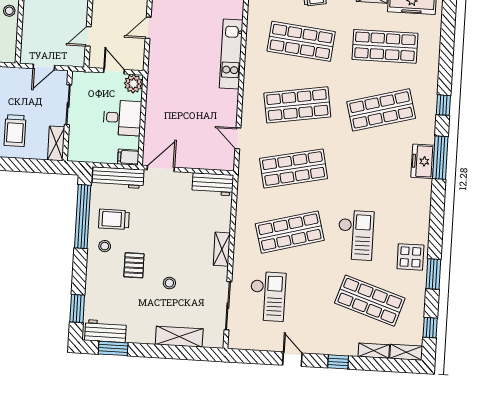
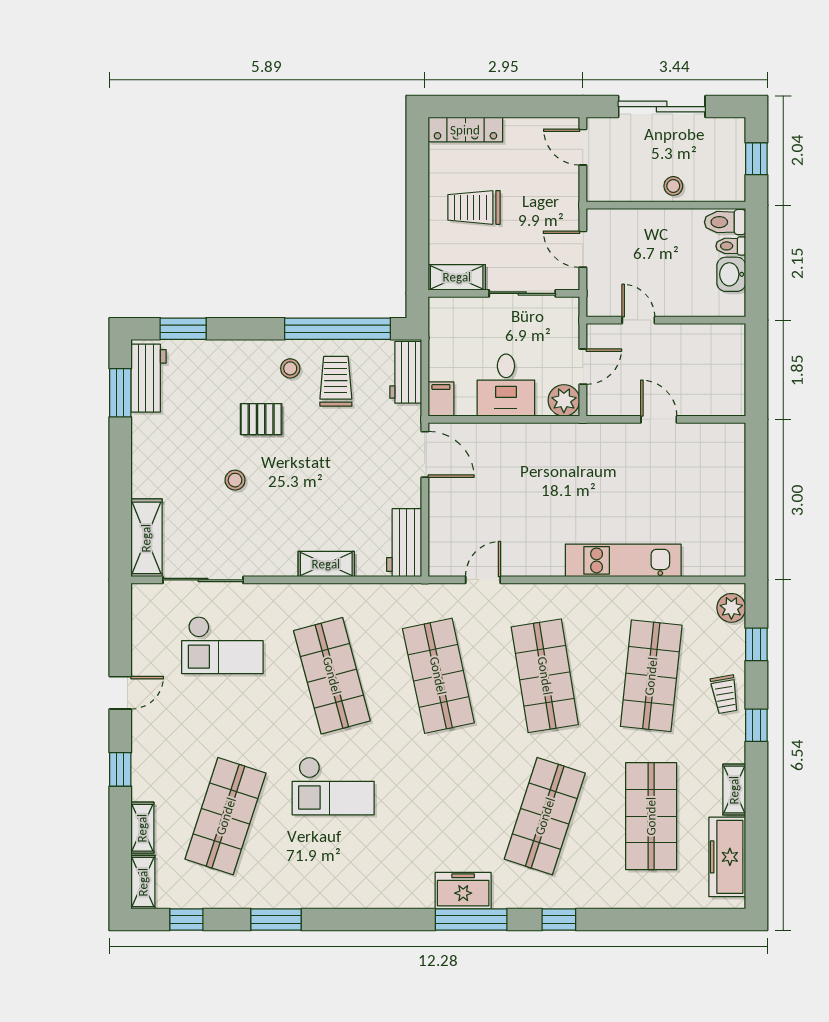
shop shelf: (381, 110) -> (545, 816), turned 33
workbench: (118, 178) -> (406, 372), width x0.73
shelving: (222, 249) -> (326, 564), moved
display table: (410, 257) -> (302, 880), removed
shelving: (179, 337) -> (146, 538), moved

